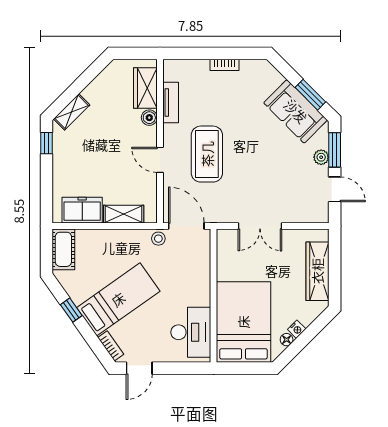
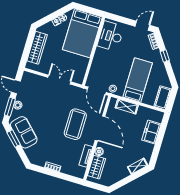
window: (47, 143) -> (155, 154), removed
door: (160, 160) -> (100, 128), width x1.87
freezer: (82, 210) -> (151, 132), moved, turned 90
bed: (118, 299) -> (138, 80), moved, turned 125
window: (71, 310) -> (165, 56), moved

